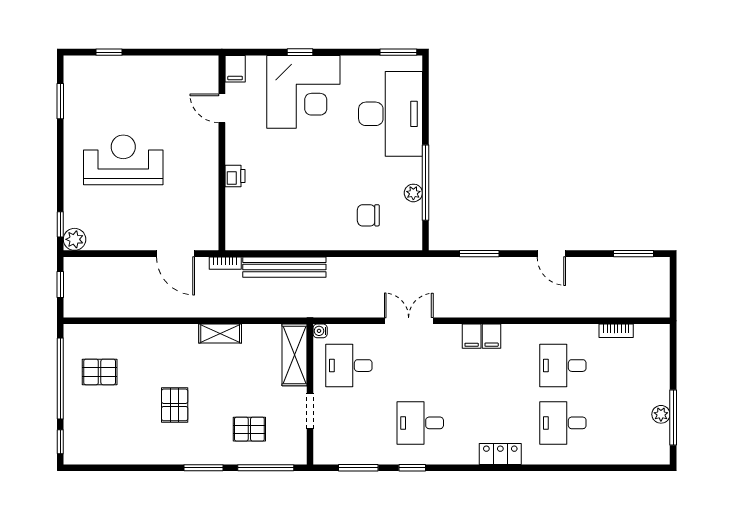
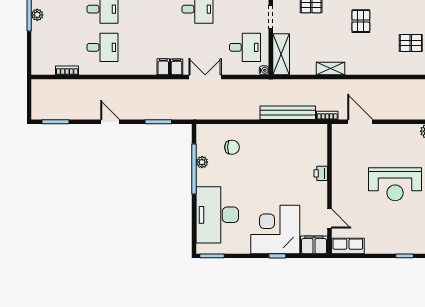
row of seats: (194, 67) -> (348, 246), added
filing cabinet: (235, 69) -> (314, 245), width x2.00
double door: (409, 321) -> (205, 77), swing flipped
filing cabinet: (492, 336) -> (177, 67), moved

